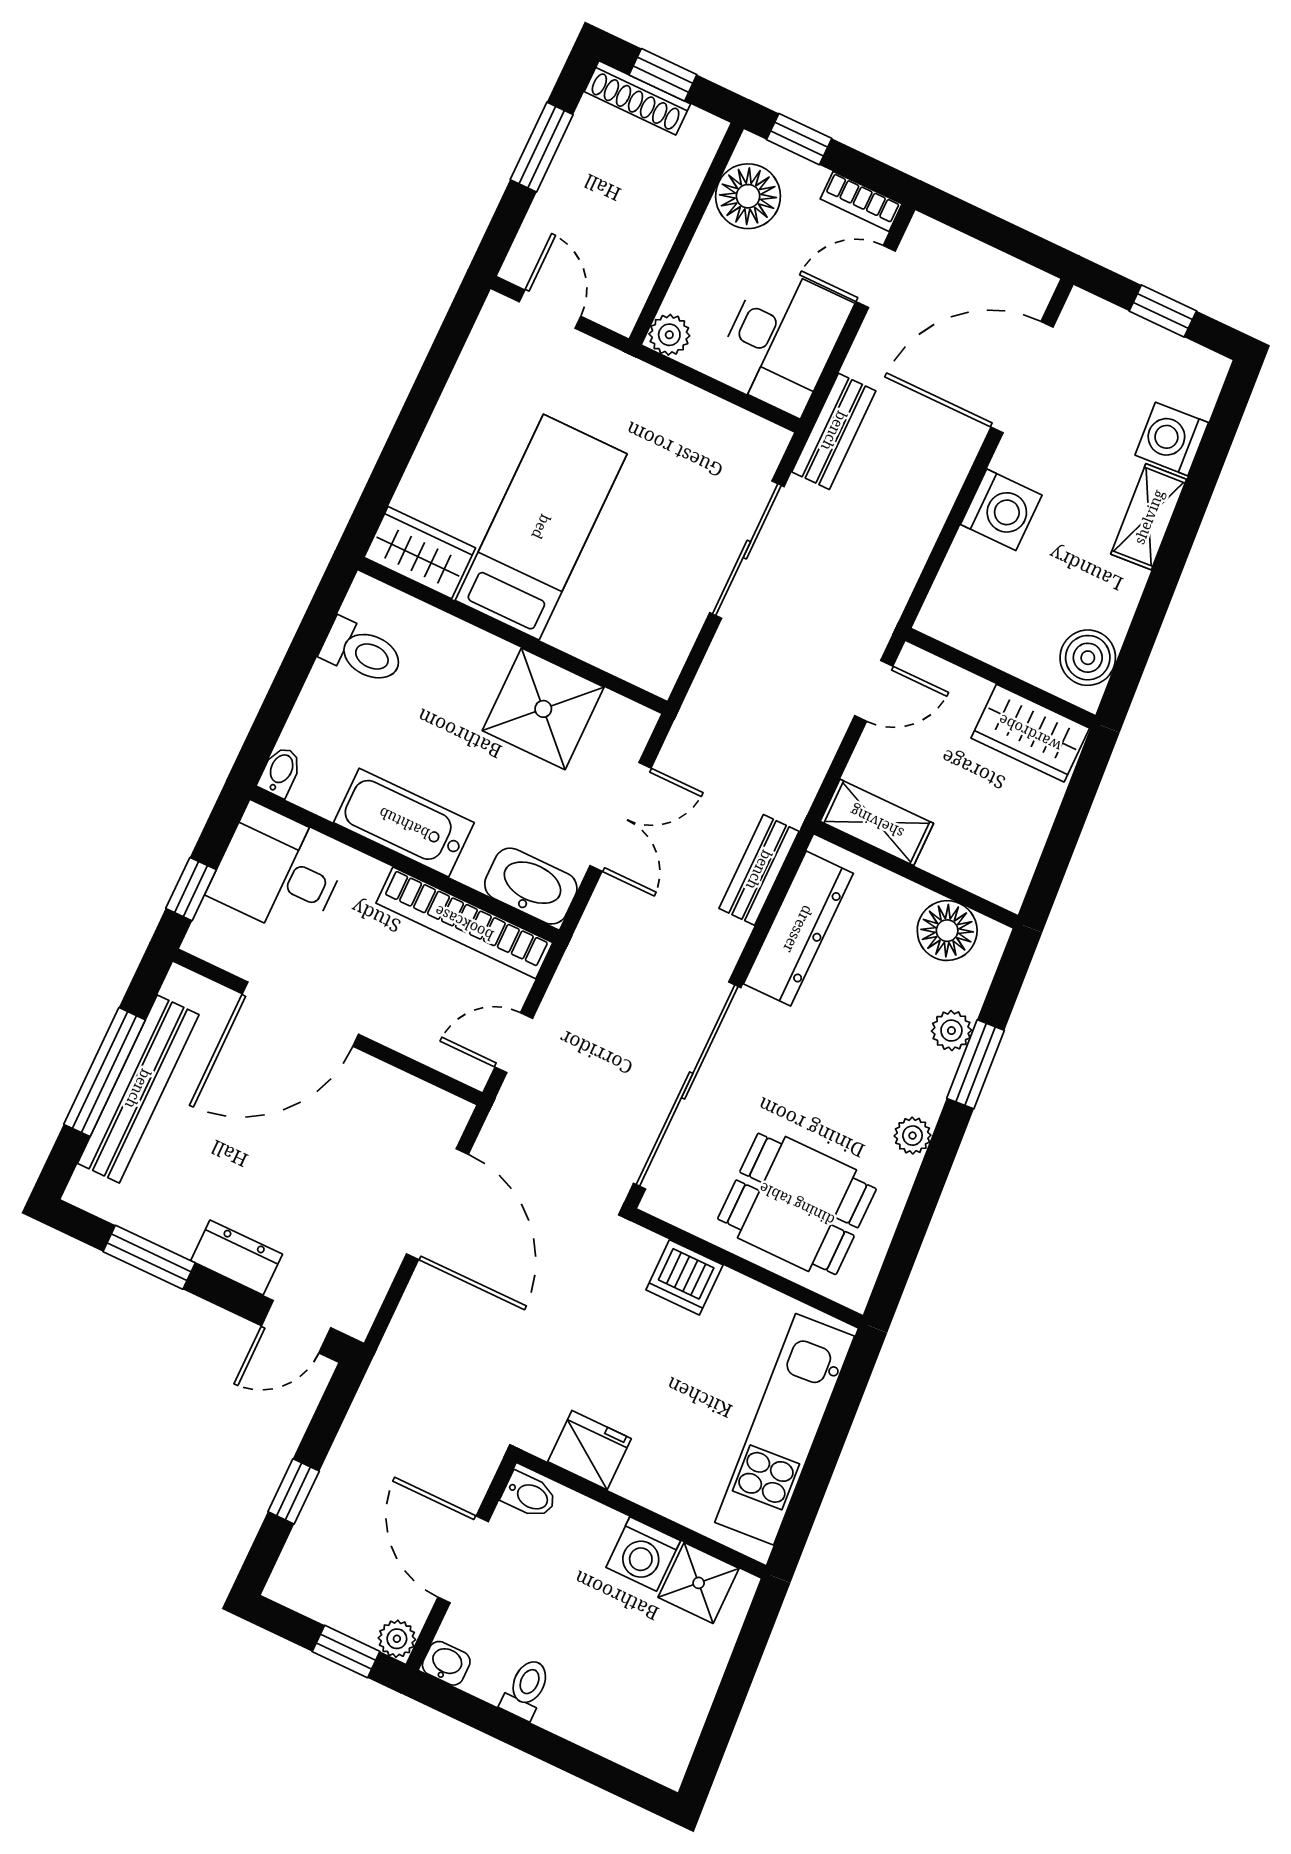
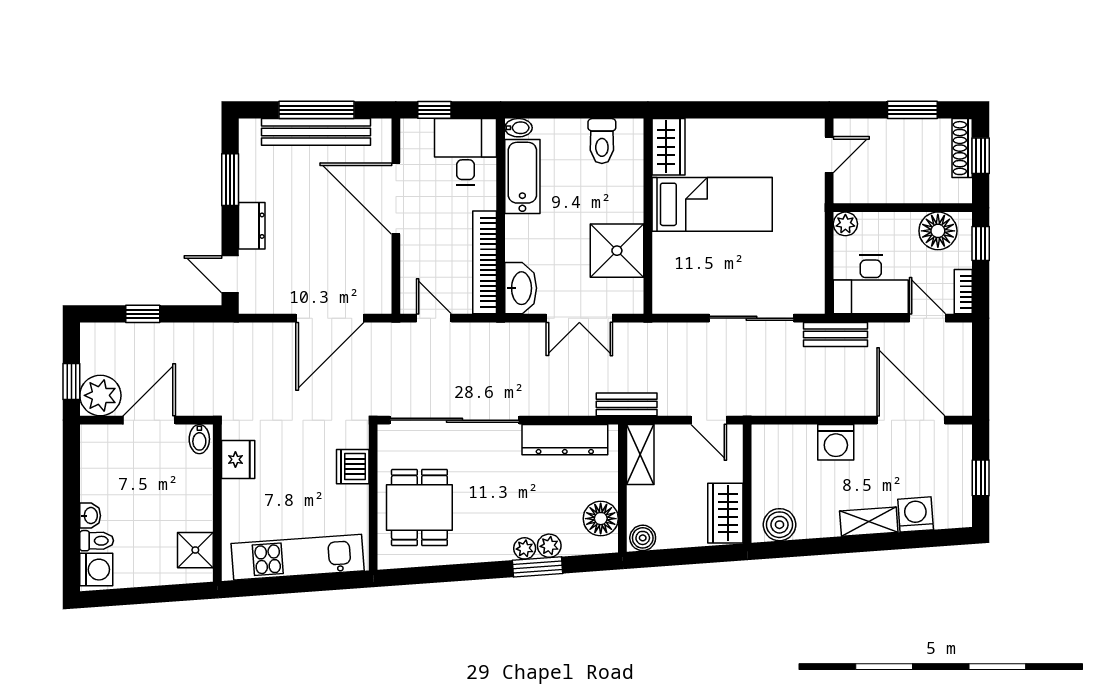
bathtub: (404, 823) -> (522, 176), moved
bench: (759, 870) -> (627, 404), moved
boiler: (1008, 880) -> (643, 538), added
plant: (913, 1136) -> (525, 548), moved
washing machine: (643, 1554) -> (96, 570), moved, turned 180
plant: (397, 1639) -> (100, 395), width x1.88, depth x1.88
washbasin: (446, 1663) -> (90, 516), moved
toilet: (526, 1689) -> (97, 541), moved

